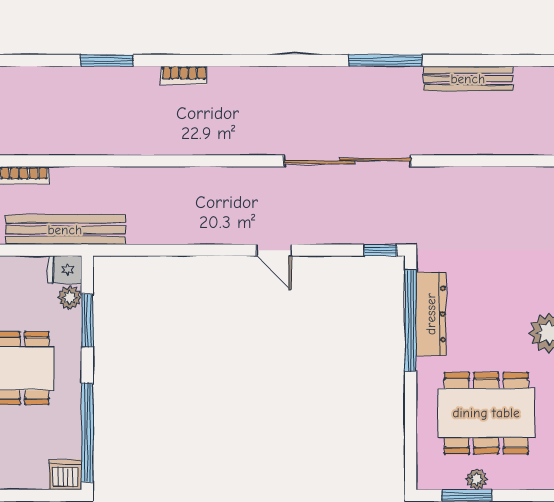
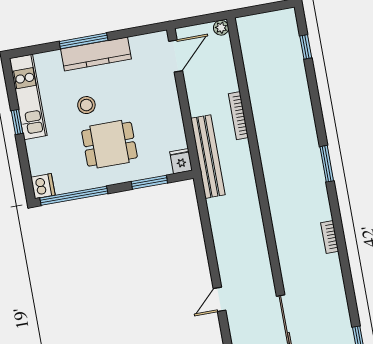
bookcase: (184, 75) -> (330, 237), moved
plant: (70, 298) -> (163, 168), removed

